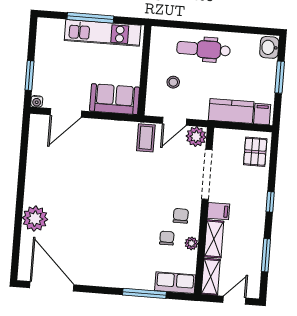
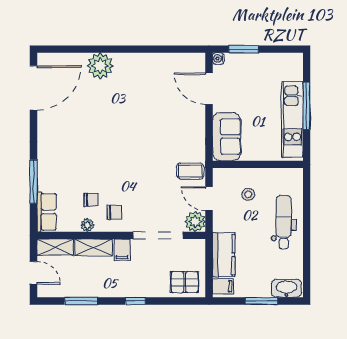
washbasin: (269, 47) -> (286, 288), width x1.38

